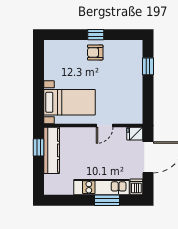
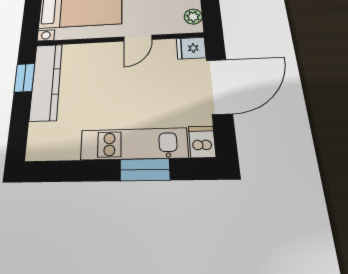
plant: (137, 113) -> (193, 17), added

